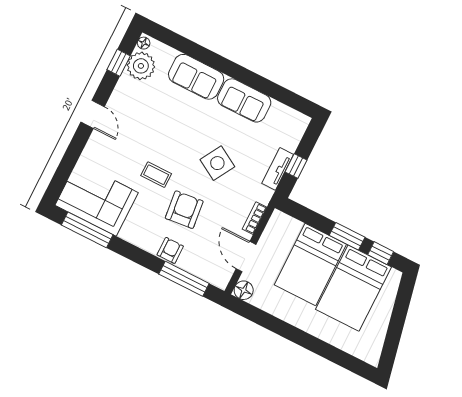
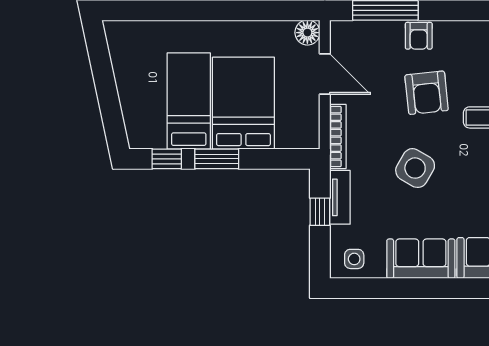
side table: (289, 123) -> (354, 259), added
bookcase: (255, 218) -> (338, 136), width x1.56
bed: (354, 288) -> (189, 101), width x0.67

